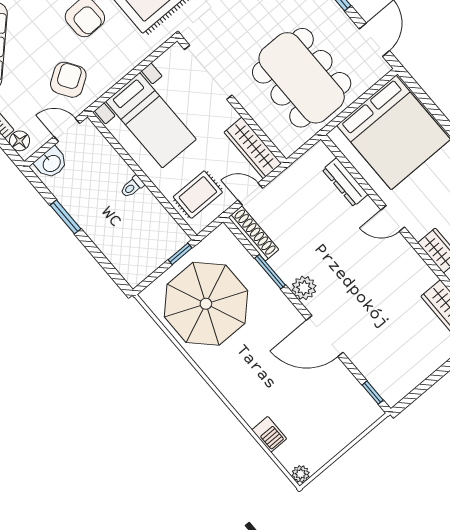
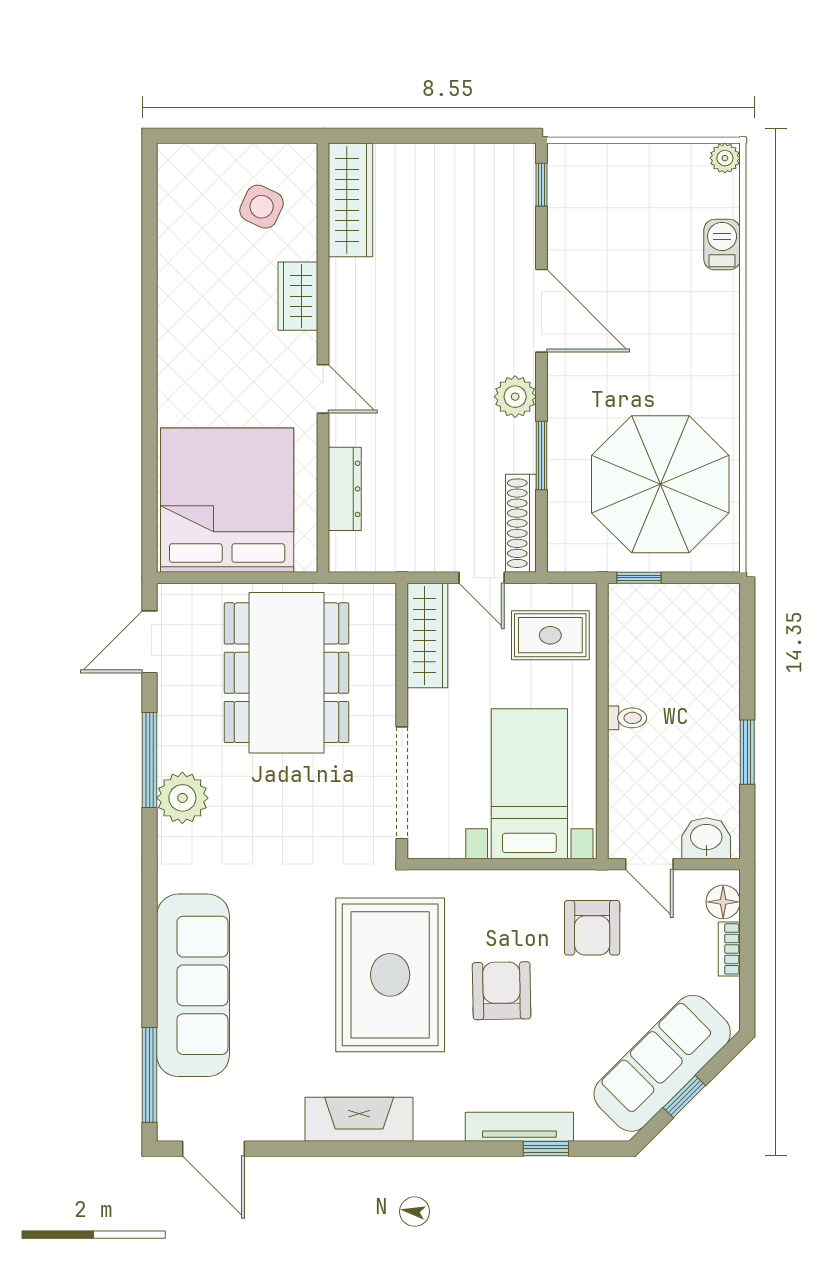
armchair: (68, 80) -> (592, 928), turned -57

